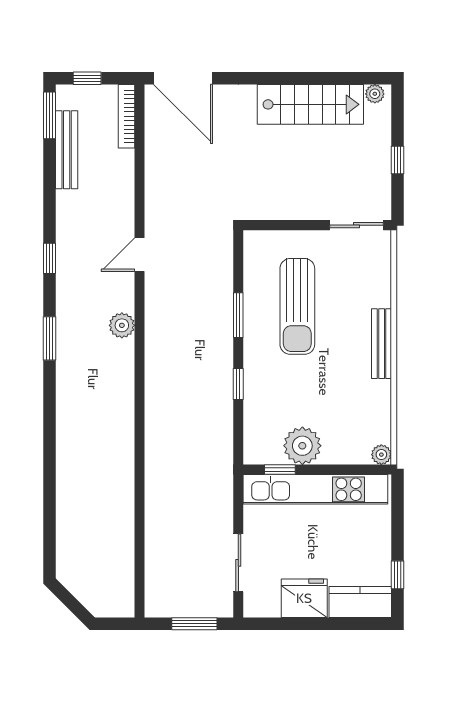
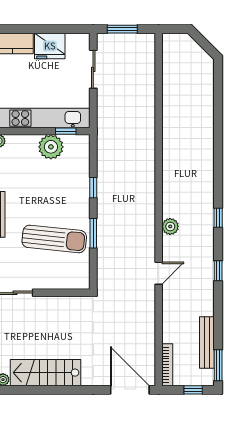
sun lounger: (297, 306) -> (54, 239), turned 96
window: (49, 338) -> (218, 218), width x0.67

